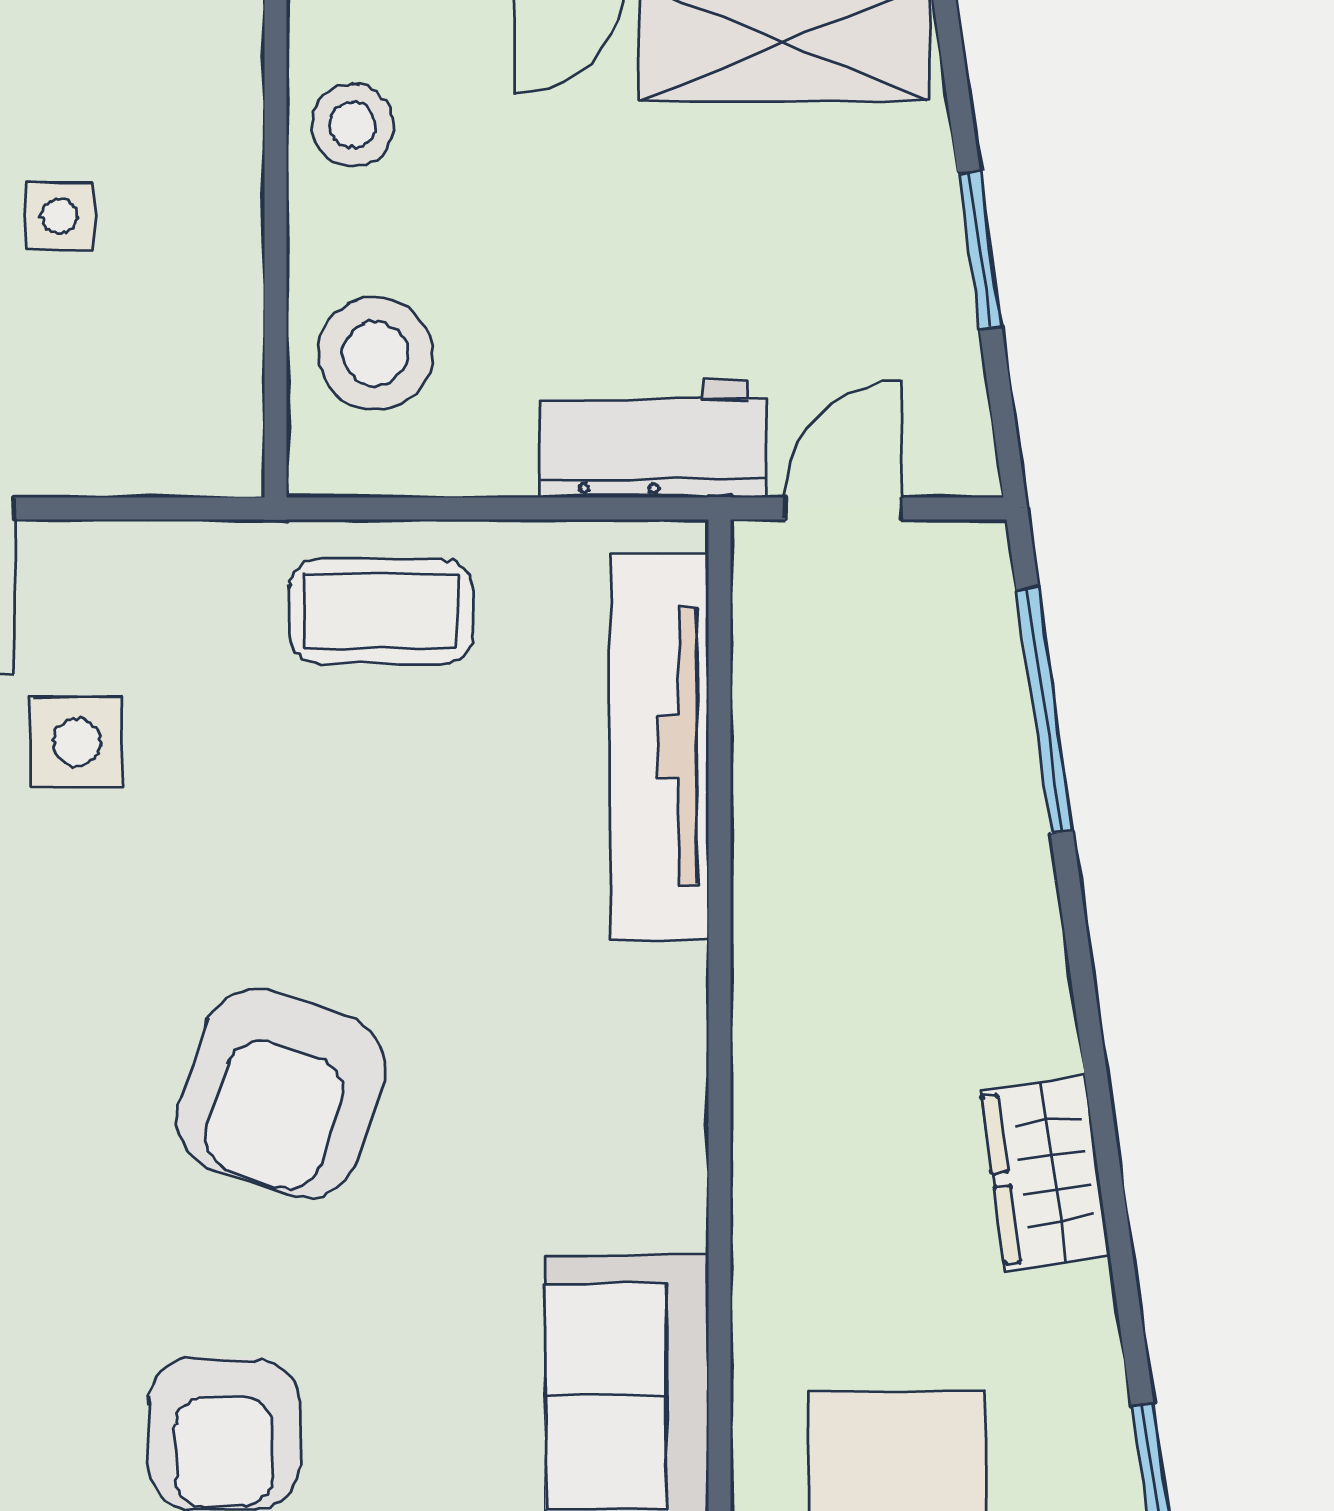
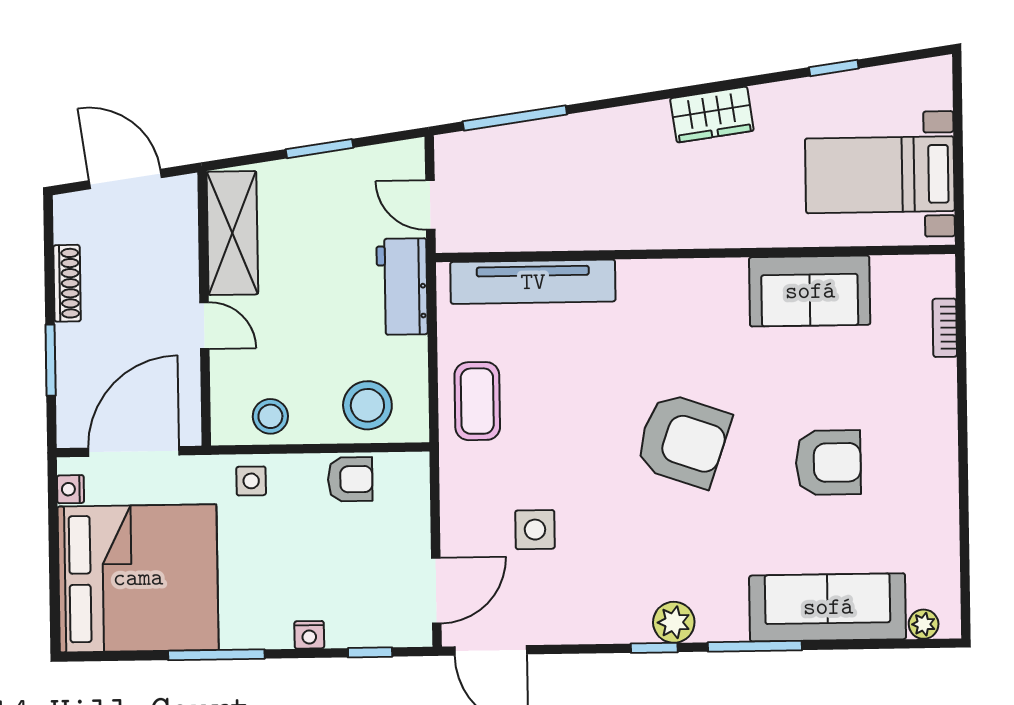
side table: (59, 216) -> (251, 481), moved
armchair: (202, 310) -> (350, 479), added

